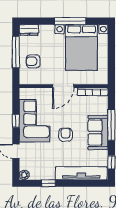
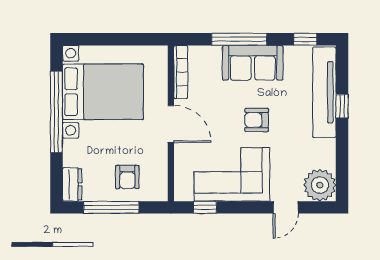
window: (70, 21) -> (57, 112), width x1.46
window: (16, 121) -> (205, 207), moved
plant: (24, 175) -> (320, 185), width x1.87, depth x1.87
window: (48, 183) -> (342, 106), moved

